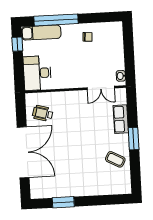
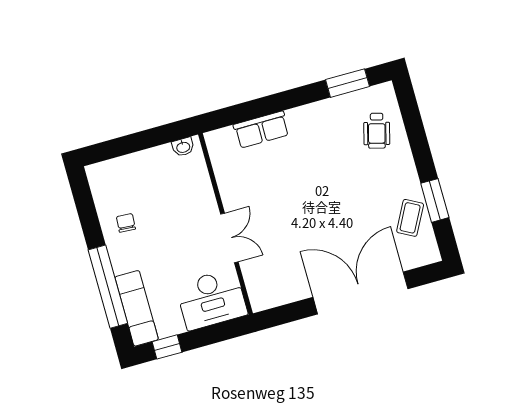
double door: (101, 88) -> (229, 238), moved
wheelchair: (43, 113) -> (377, 131), moved
window: (134, 139) -> (348, 83), moved
coffee table: (115, 159) -> (410, 218), moved

